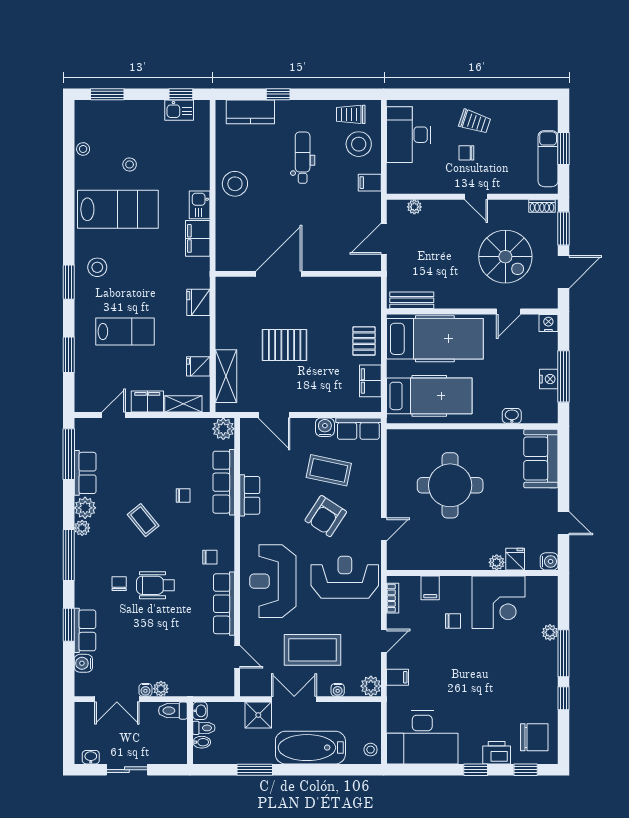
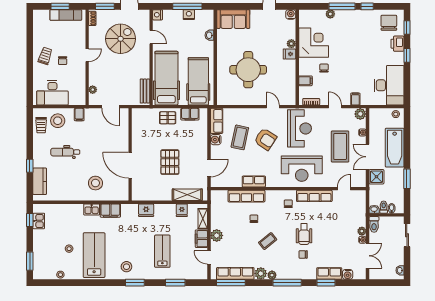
stool: (235, 184) -> (95, 183), moved
plant: (223, 429) -> (217, 235), moved
row of seats: (85, 473) -> (235, 273), width x1.48
fridge: (515, 559) -> (289, 54), moved
reception desk: (345, 577) -> (299, 128), turned 180
sliding door: (127, 770) -> (407, 235), moved

